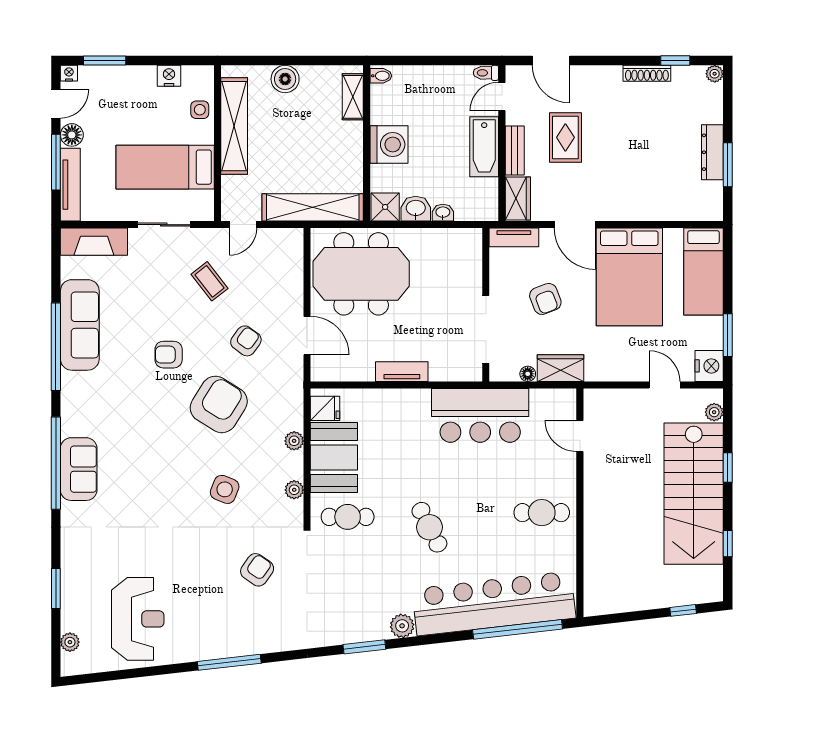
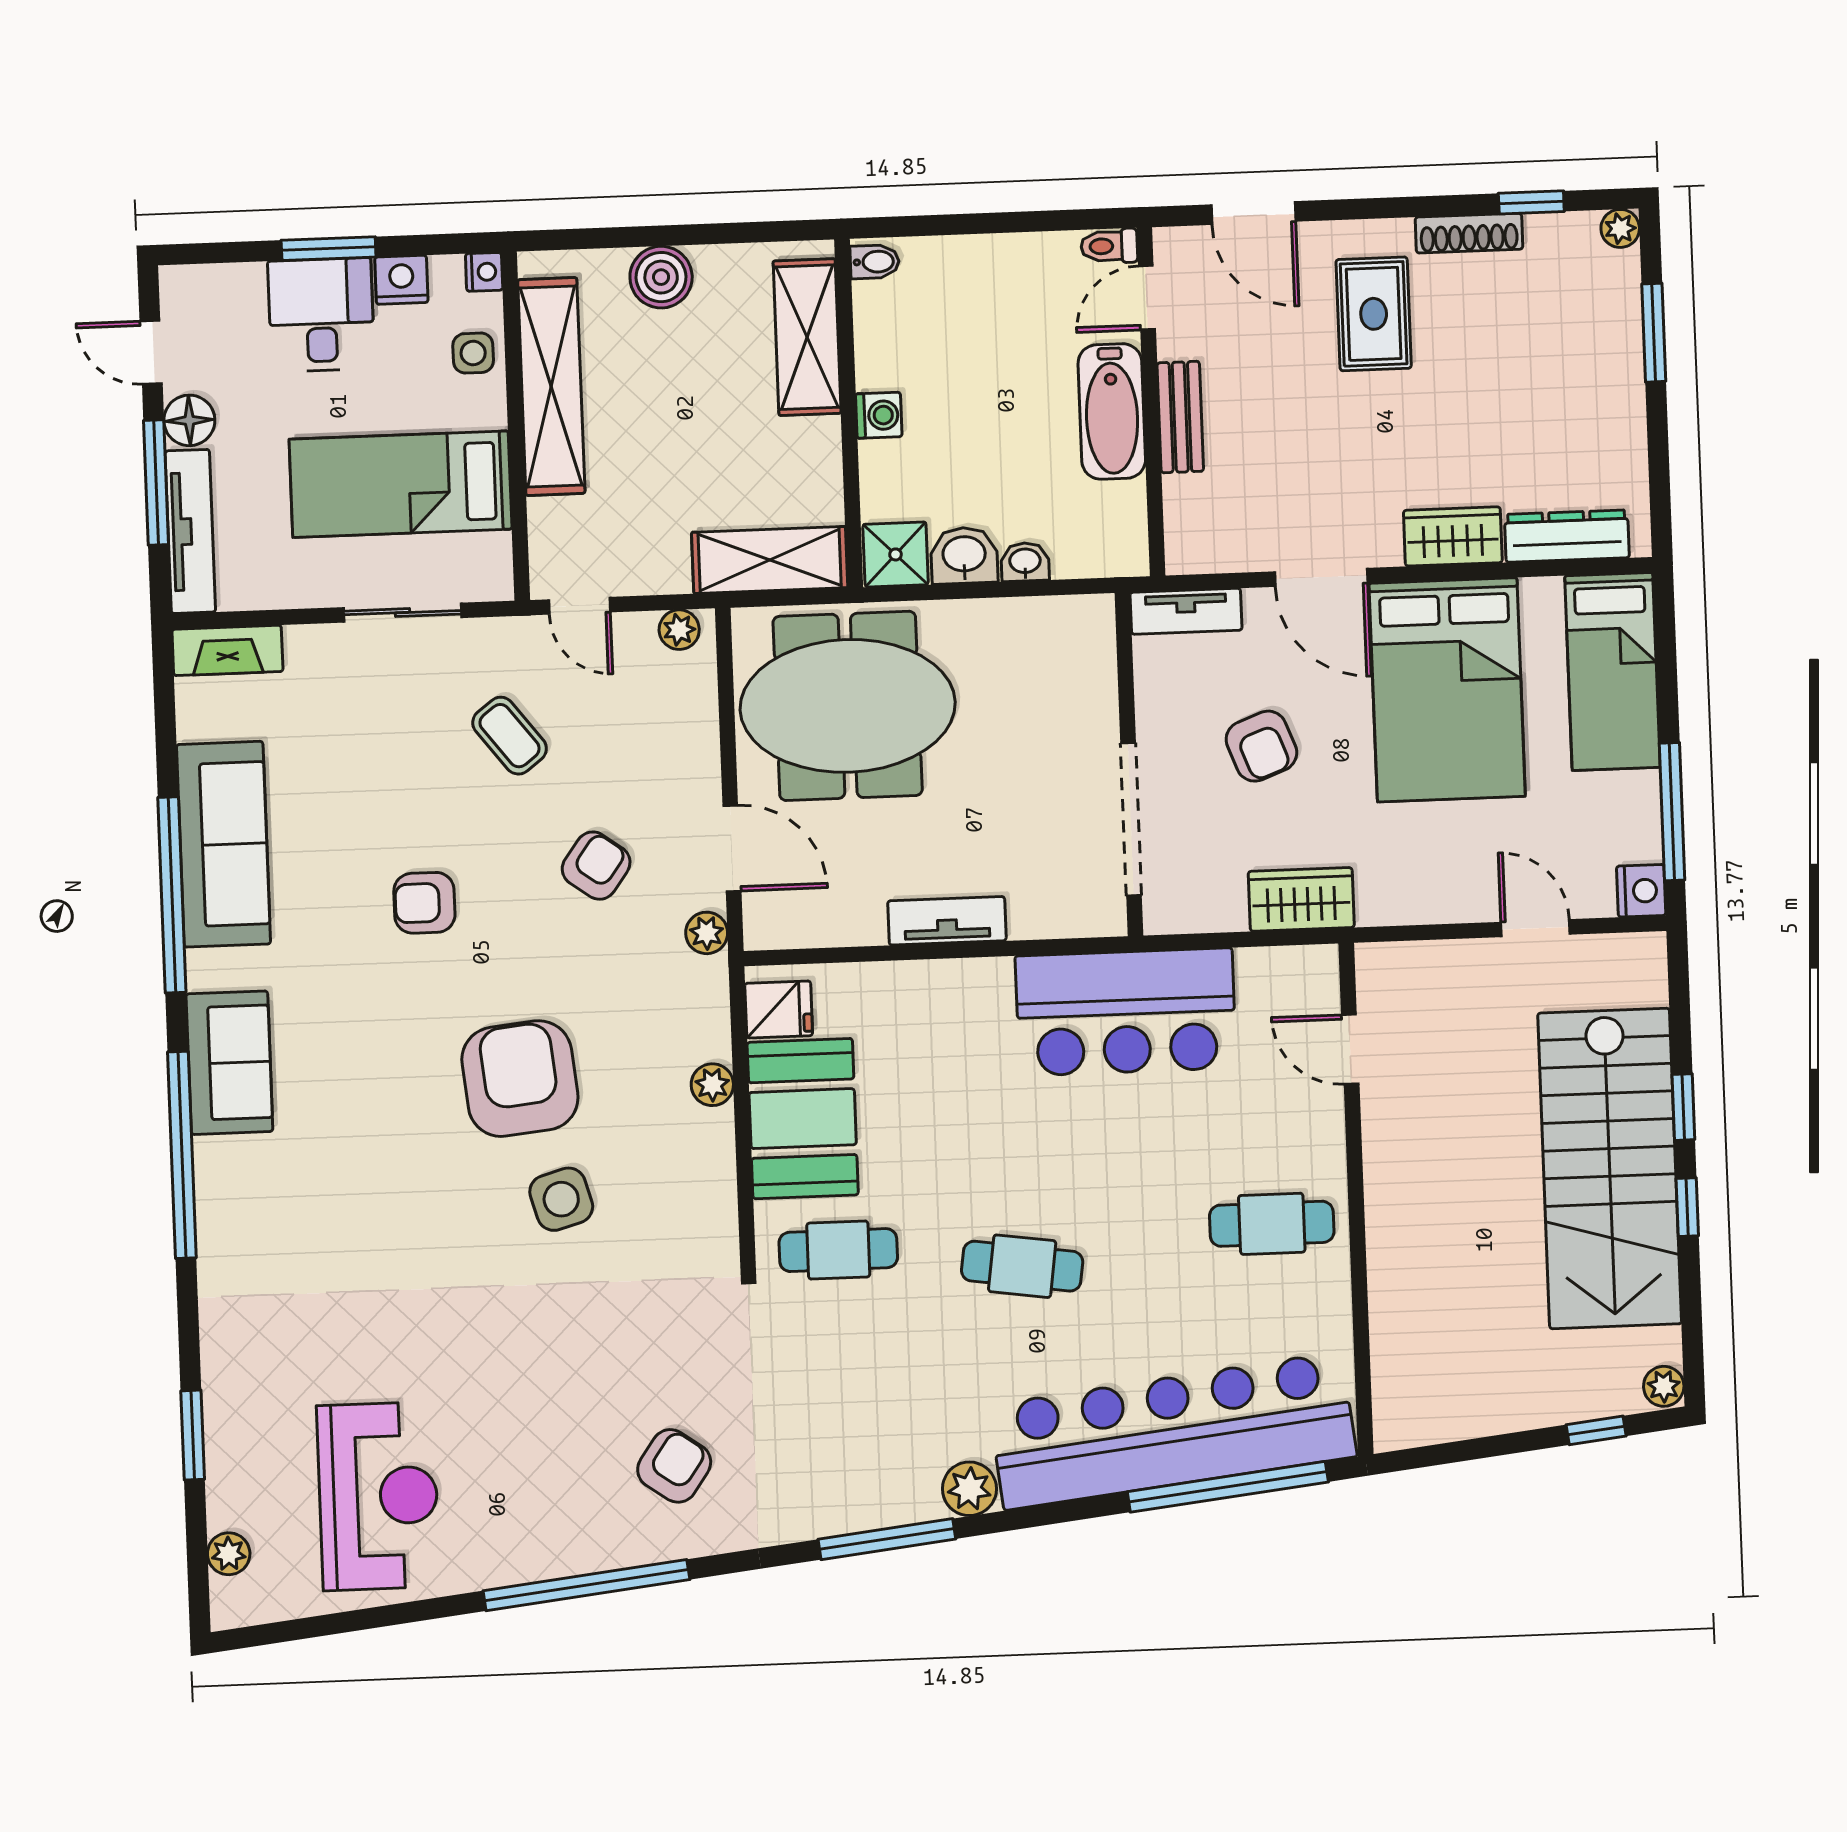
window: (105, 61) -> (329, 249), moved
nightstand: (69, 73) -> (484, 272), moved, turned 90
desk: (133, 90) -> (321, 315), added
shelving: (353, 97) -> (807, 337), width x1.50, depth x1.33
door: (56, 104) -> (151, 352), swing flipped
rug: (565, 137) -> (1374, 314), moved
washing machine: (389, 144) -> (879, 415), width x0.53, depth x0.53
dresser: (712, 152) -> (1567, 536), moved, turned 90
window: (728, 165) -> (1654, 333), moved
wardrobe: (518, 199) -> (1453, 536), moved, turned -90
shelving: (313, 207) -> (770, 560), width x0.68
door: (243, 225) -> (580, 606), hinge flipped
plant: (287, 237) -> (679, 630), added
fireplace: (94, 242) -> (227, 650), width x0.73, depth x0.76
window: (728, 335) -> (1672, 812), width x1.44
nightstand: (709, 366) -> (1641, 891), width x0.74, depth x0.75
floor lamp: (528, 374) -> (1228, 915), removed
armchair: (219, 404) -> (520, 1079), moved, turned -38
plant: (714, 412) -> (1664, 1386), moved
sofa: (79, 469) -> (229, 1063), moved
side table: (225, 489) -> (561, 1199), turned -37
plant: (294, 490) -> (707, 933), moved
cafe table: (429, 527) -> (1022, 1266), turned -55
window: (728, 544) -> (1687, 1207), moved
armchair: (257, 570) -> (674, 1466), moved
window: (364, 647) -> (887, 1539), width x1.44
window: (229, 662) -> (586, 1585), width x1.46

